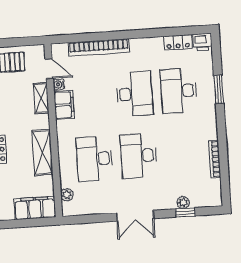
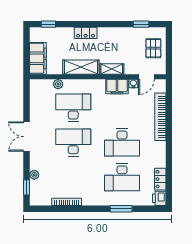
desk: (179, 91) -> (122, 177), turned 180
shelving: (41, 98) -> (112, 69), moved
plant: (67, 195) -> (58, 84), moved
window: (185, 212) -> (26, 187), moved

